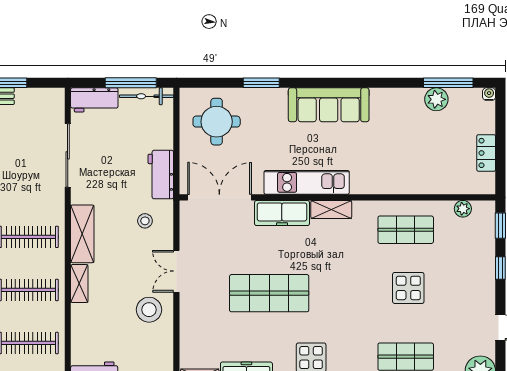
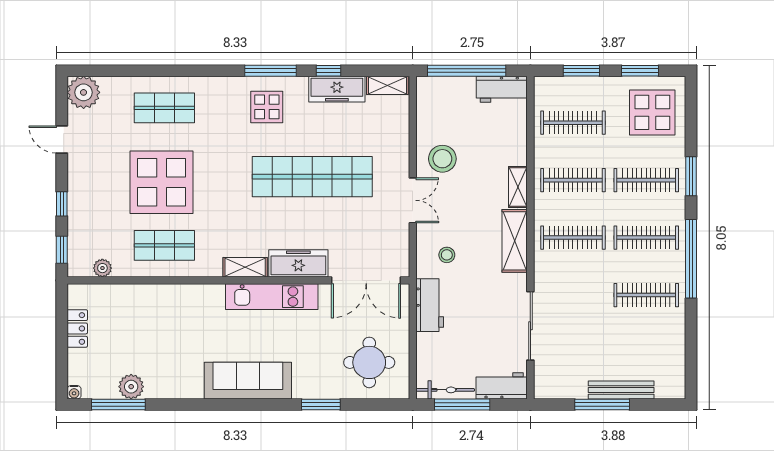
display table: (408, 288) -> (162, 182), width x1.86, depth x1.86
shop shelf: (269, 293) -> (312, 177), width x1.40

